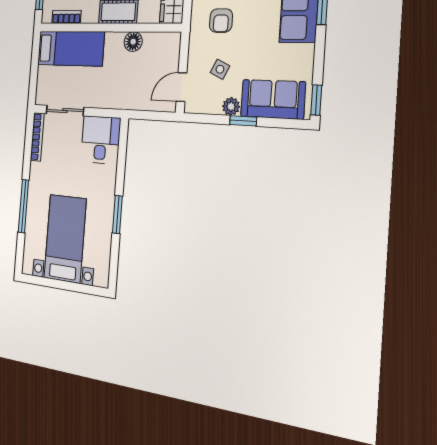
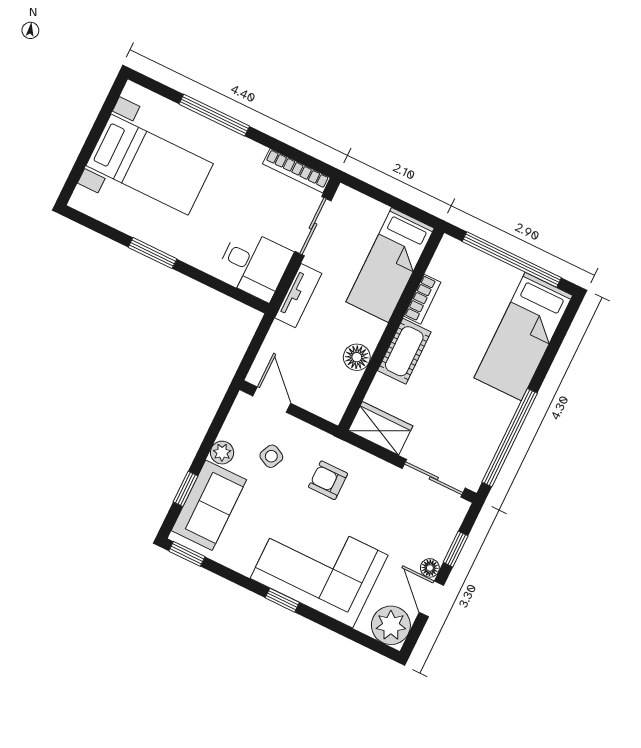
bookcase: (66, 17) -> (422, 299), moved
tv unit: (109, 100) -> (298, 296), added
window: (243, 121) -> (185, 489), moved

